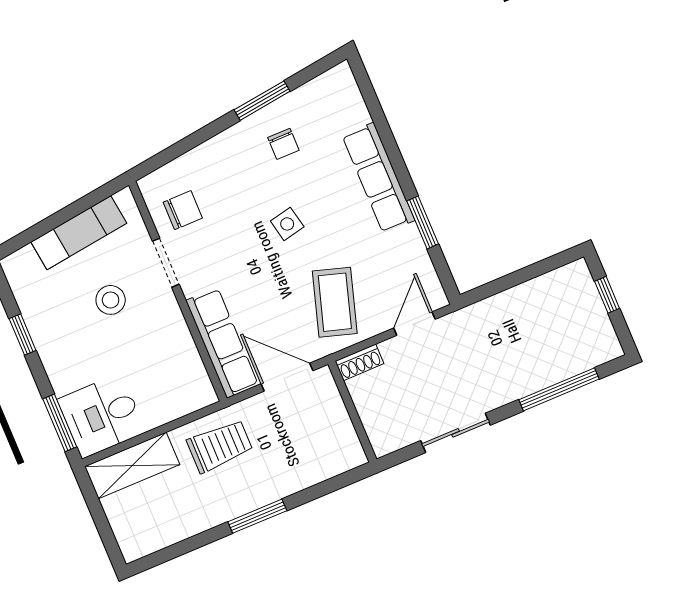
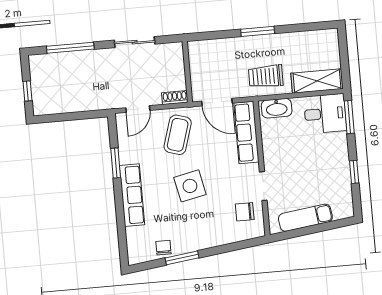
chair: (283, 144) -> (163, 248), moved
side table: (287, 224) -> (190, 186), width x1.87, depth x1.87
stool: (111, 300) -> (300, 175), removed
washbasin: (185, 399) -> (277, 108), added

